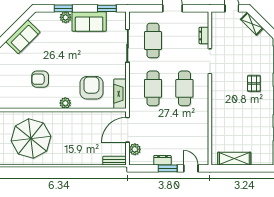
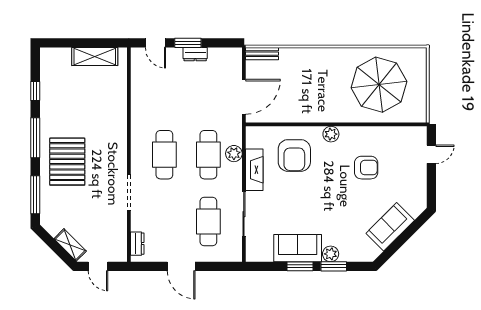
window: (107, 8) -> (300, 266), moved
dresser: (204, 36) -> (137, 244), moved
pallet: (254, 83) -> (67, 162), width x2.05, depth x2.00
fireplace: (120, 94) -> (254, 170), moved
plant: (135, 149) -> (234, 154), moved

